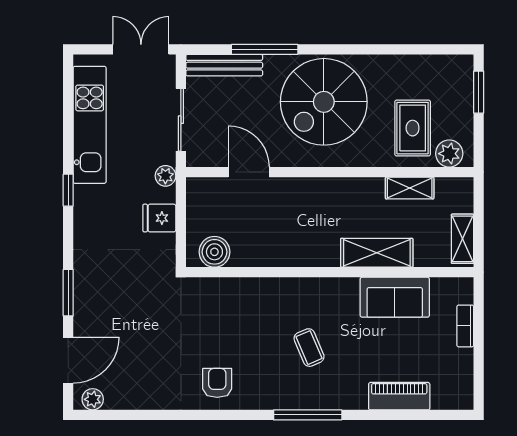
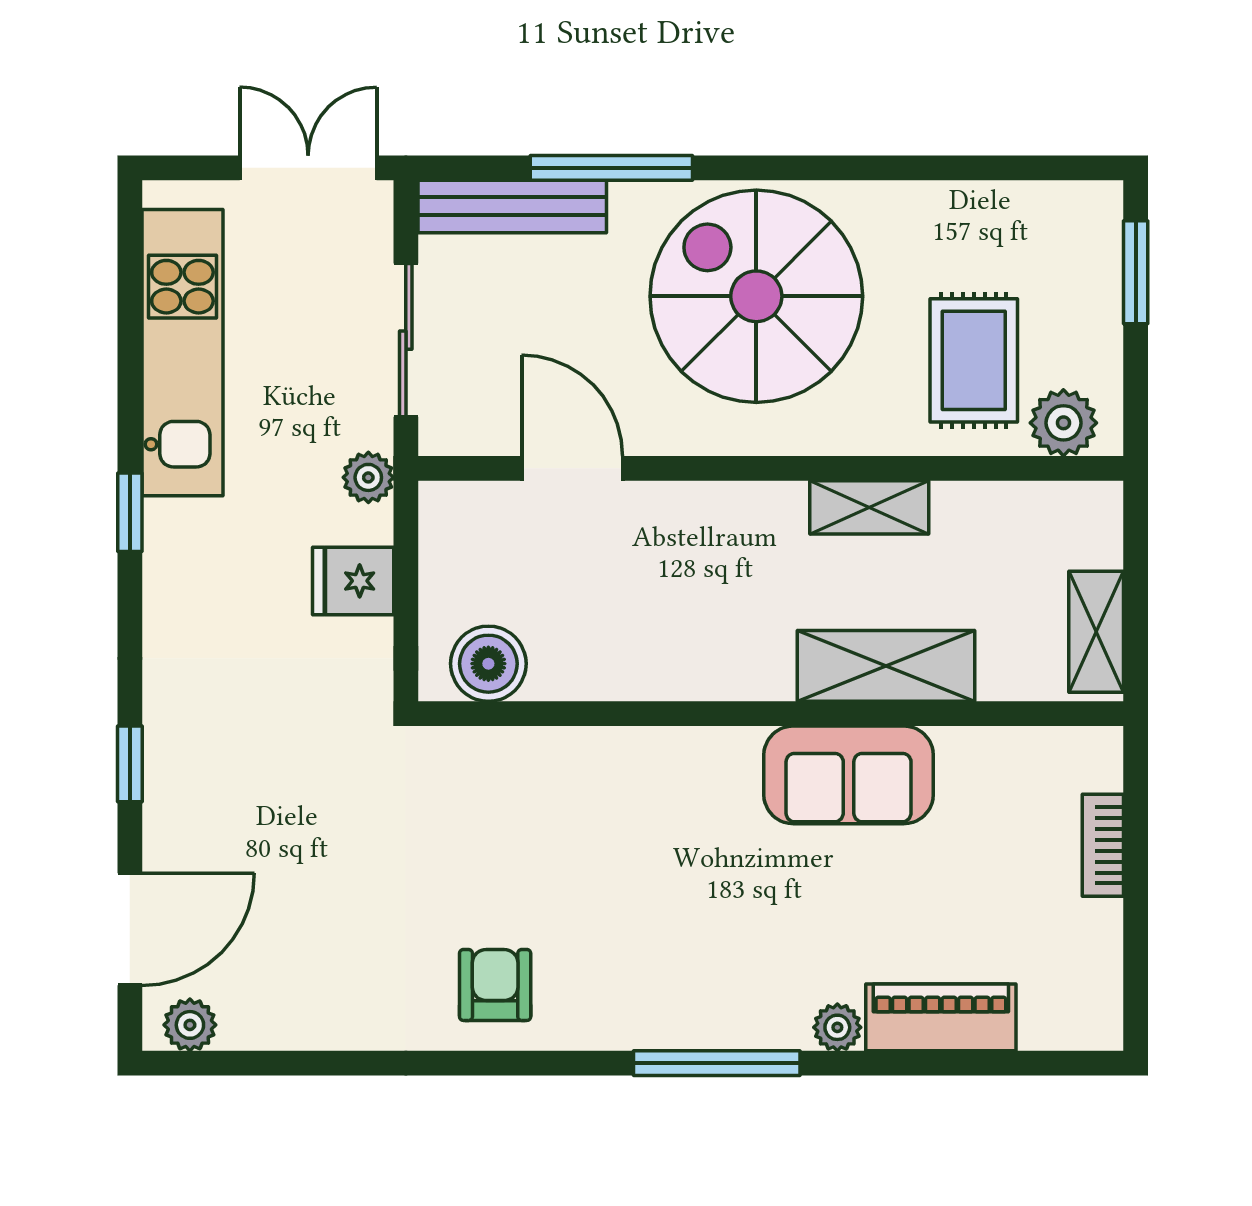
spiral stairs: (324, 102) -> (756, 296), turned 90
shelving: (410, 188) -> (869, 507), moved
window: (68, 293) -> (130, 764), width x0.67
sofa: (395, 297) -> (849, 775), moved
coffee table: (309, 348) -> (720, 898), removed
plant: (357, 400) -> (837, 1027), added

